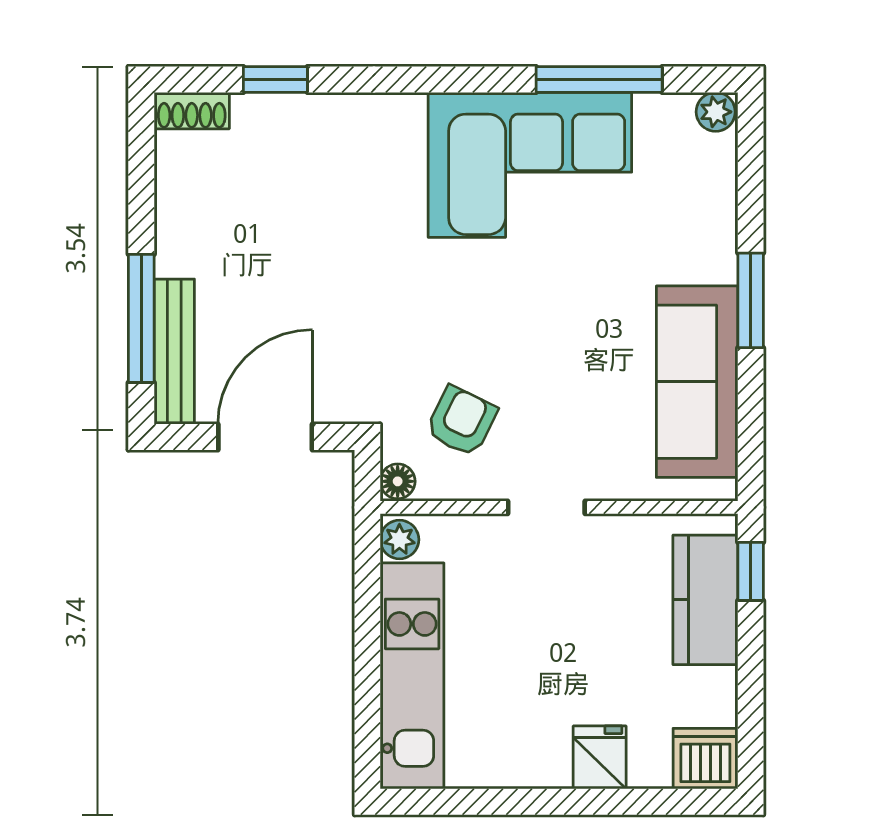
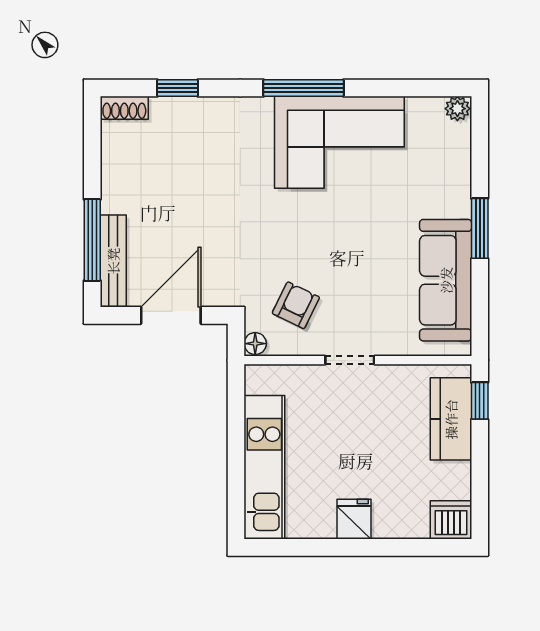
window: (599, 79) -> (304, 88), moved
plant: (399, 540) -> (256, 381), removed
fridge: (600, 757) -> (354, 519), moved

